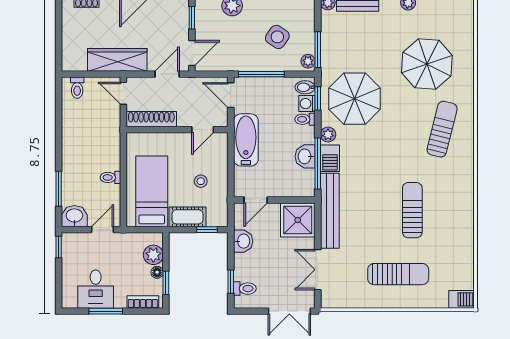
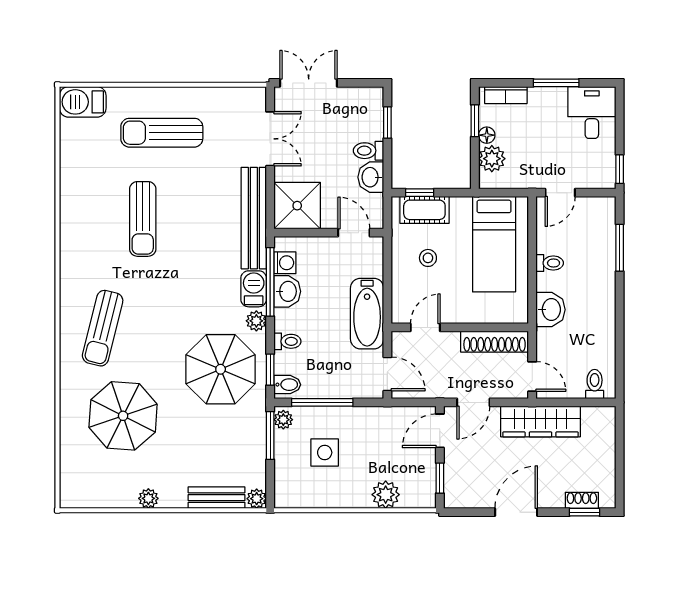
side table: (277, 37) -> (325, 453), turned -34
window: (261, 74) -> (322, 402), moved
washing machine: (307, 104) -> (285, 263), moved
door: (256, 200) -> (354, 233), hinge flipped
washbasin: (74, 216) -> (551, 310), moved, turned -90
cot: (187, 217) -> (424, 210), moved
desk: (96, 289) -> (592, 113), moved
toilet: (245, 289) -> (369, 151), moved
barbecue: (462, 299) -> (83, 102), width x1.38, depth x1.27

